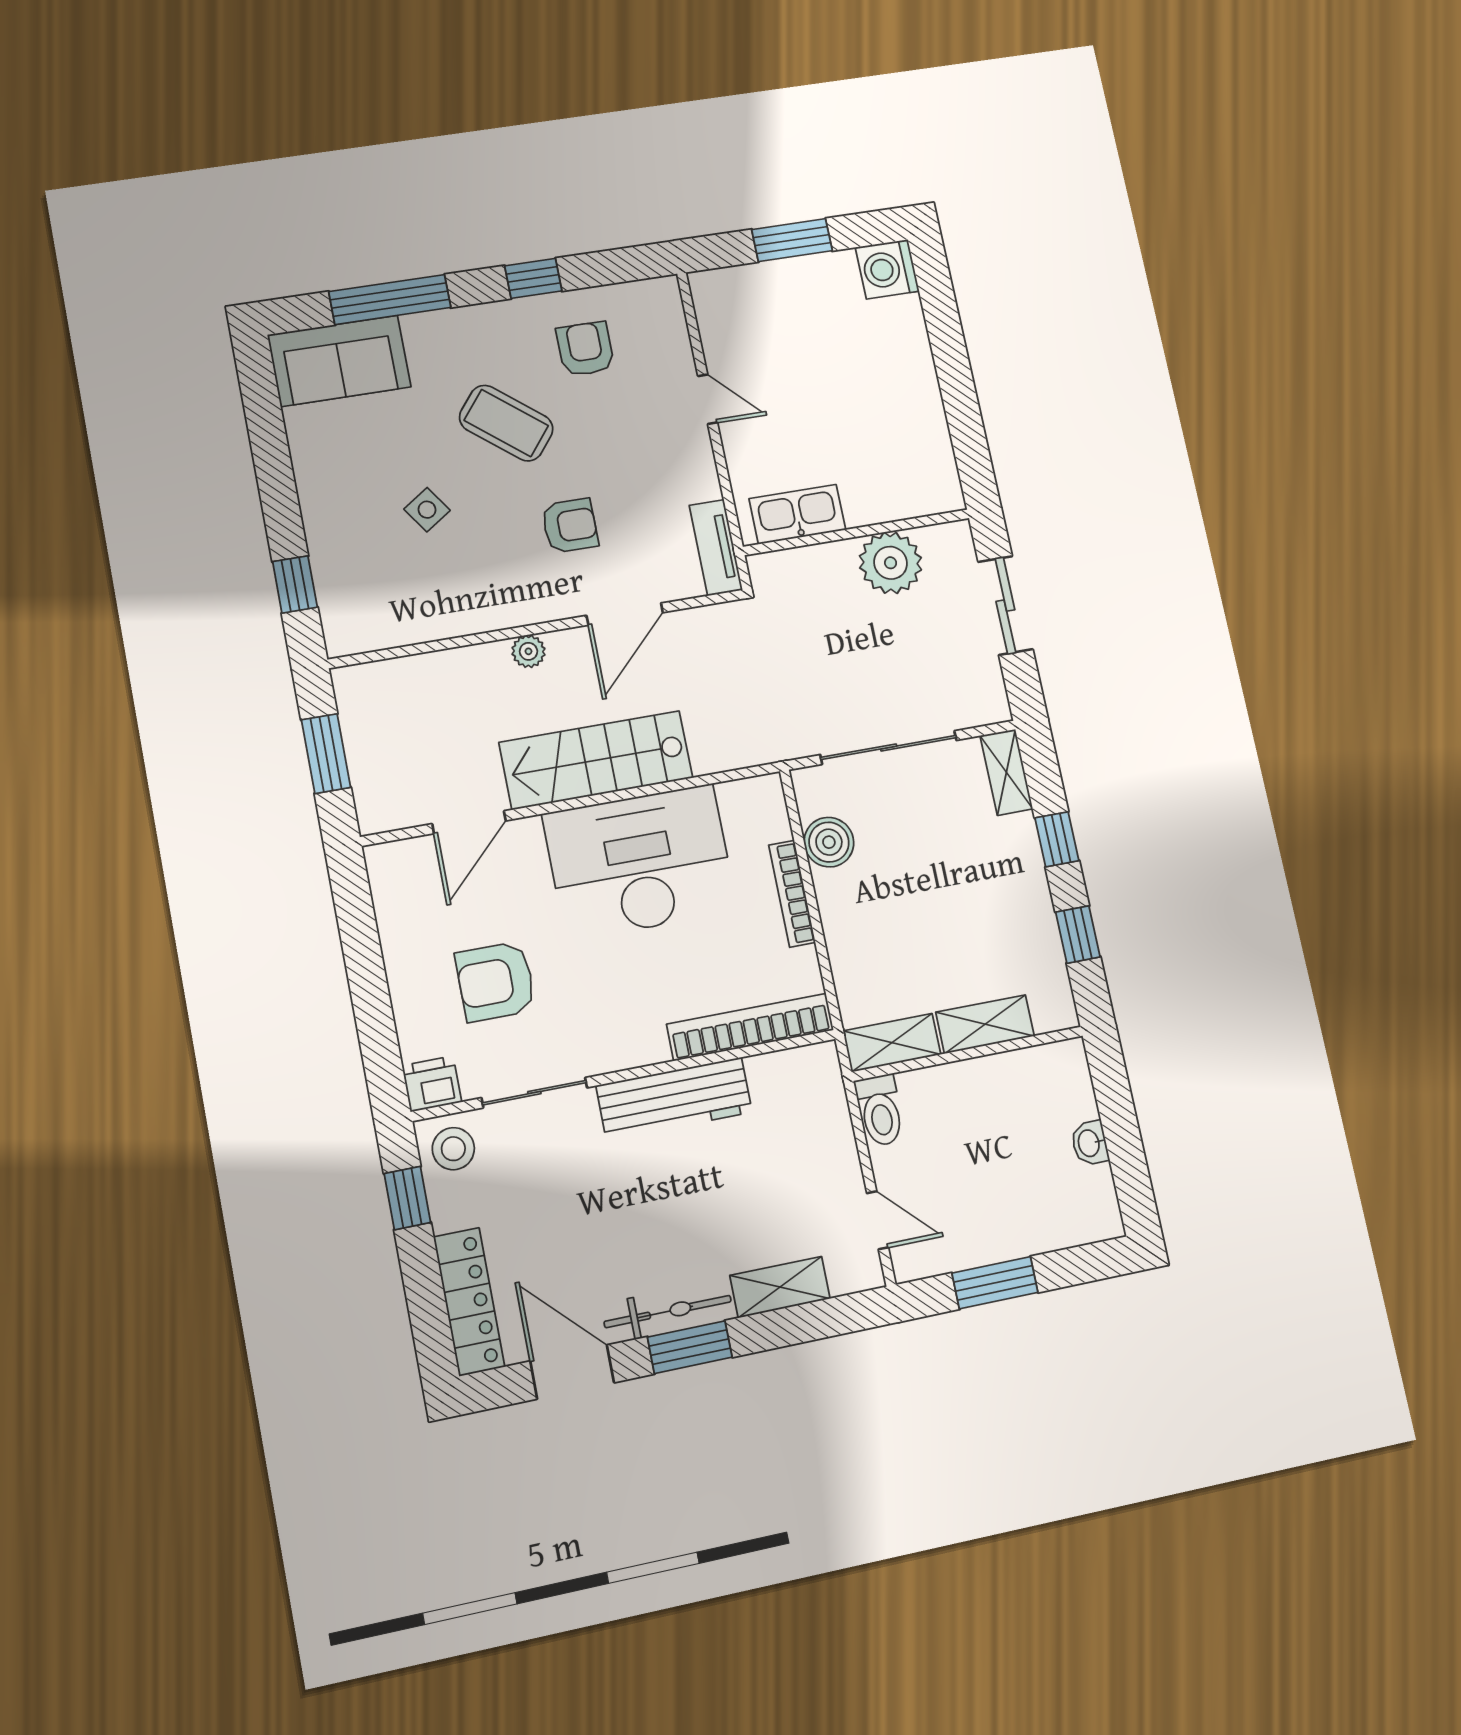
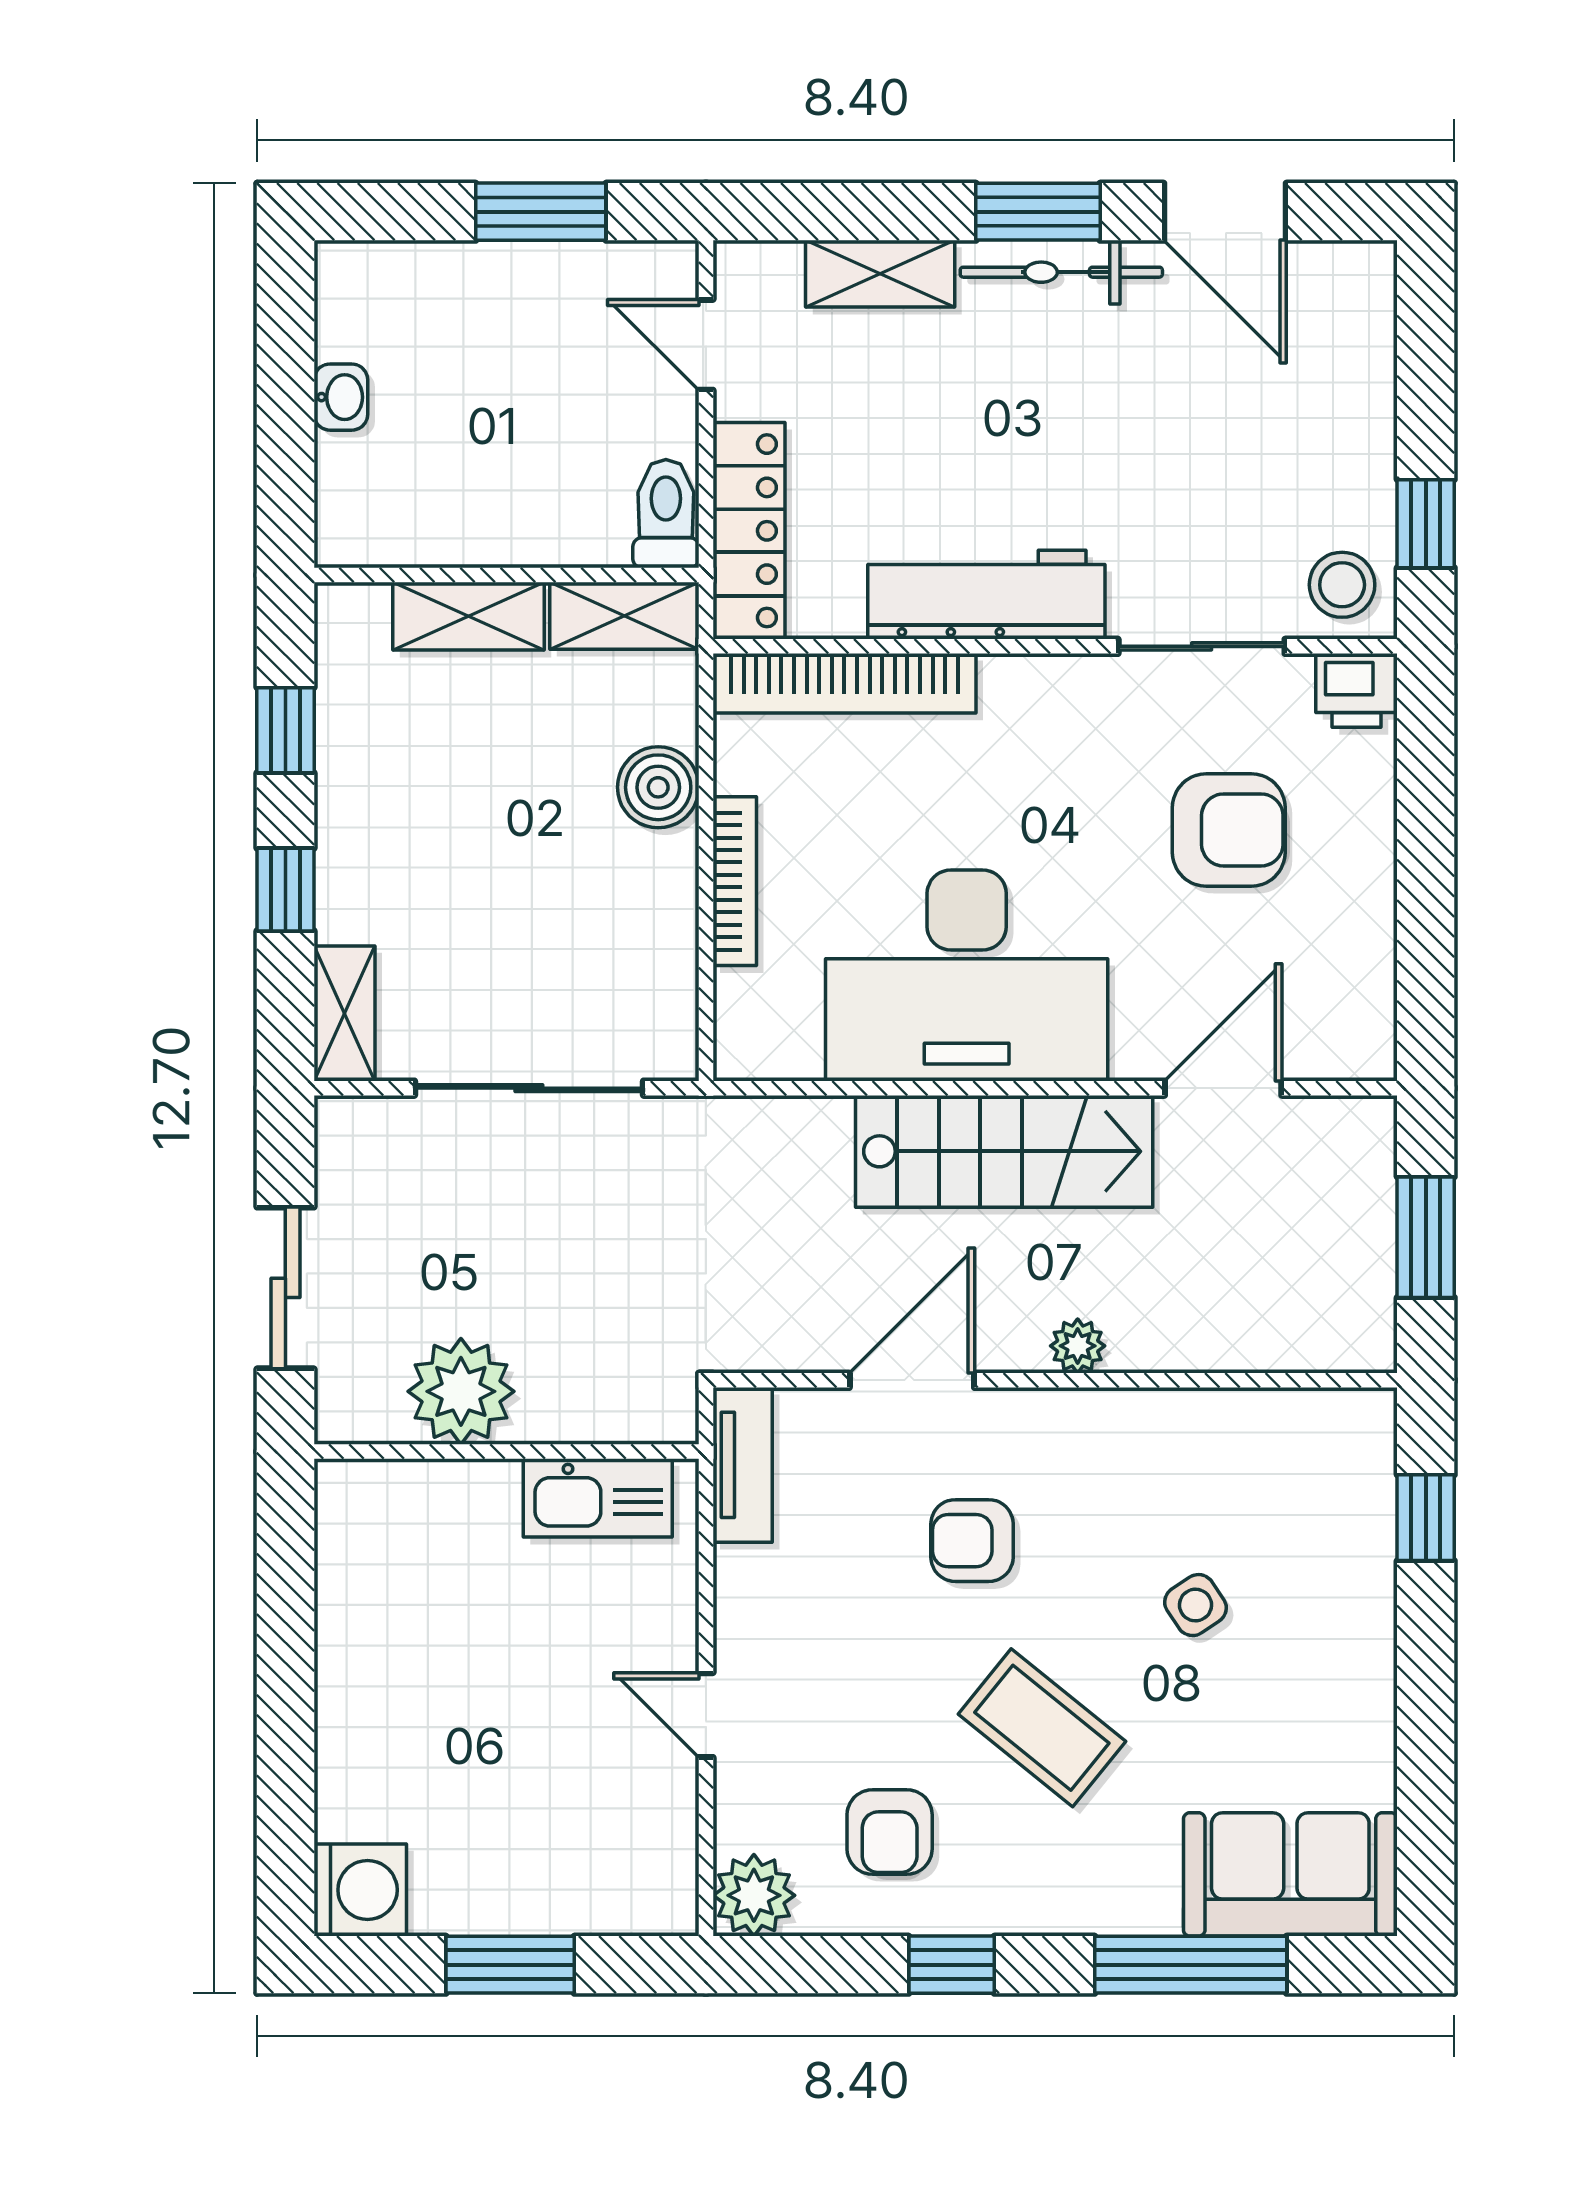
plant: (658, 301) -> (754, 1895), added
boiler: (829, 842) -> (658, 787), moved
locker: (469, 1302) -> (749, 531), moved, turned 180

